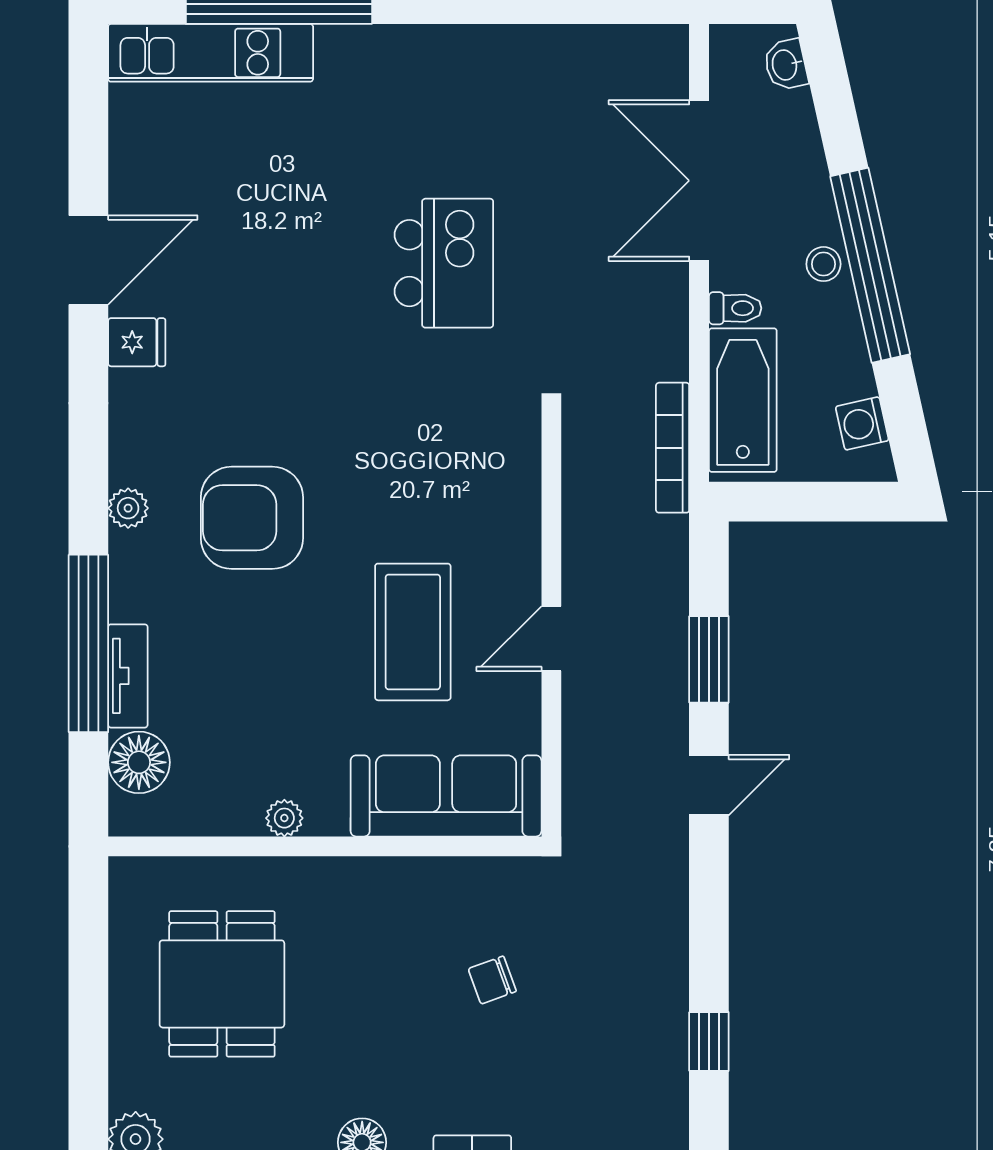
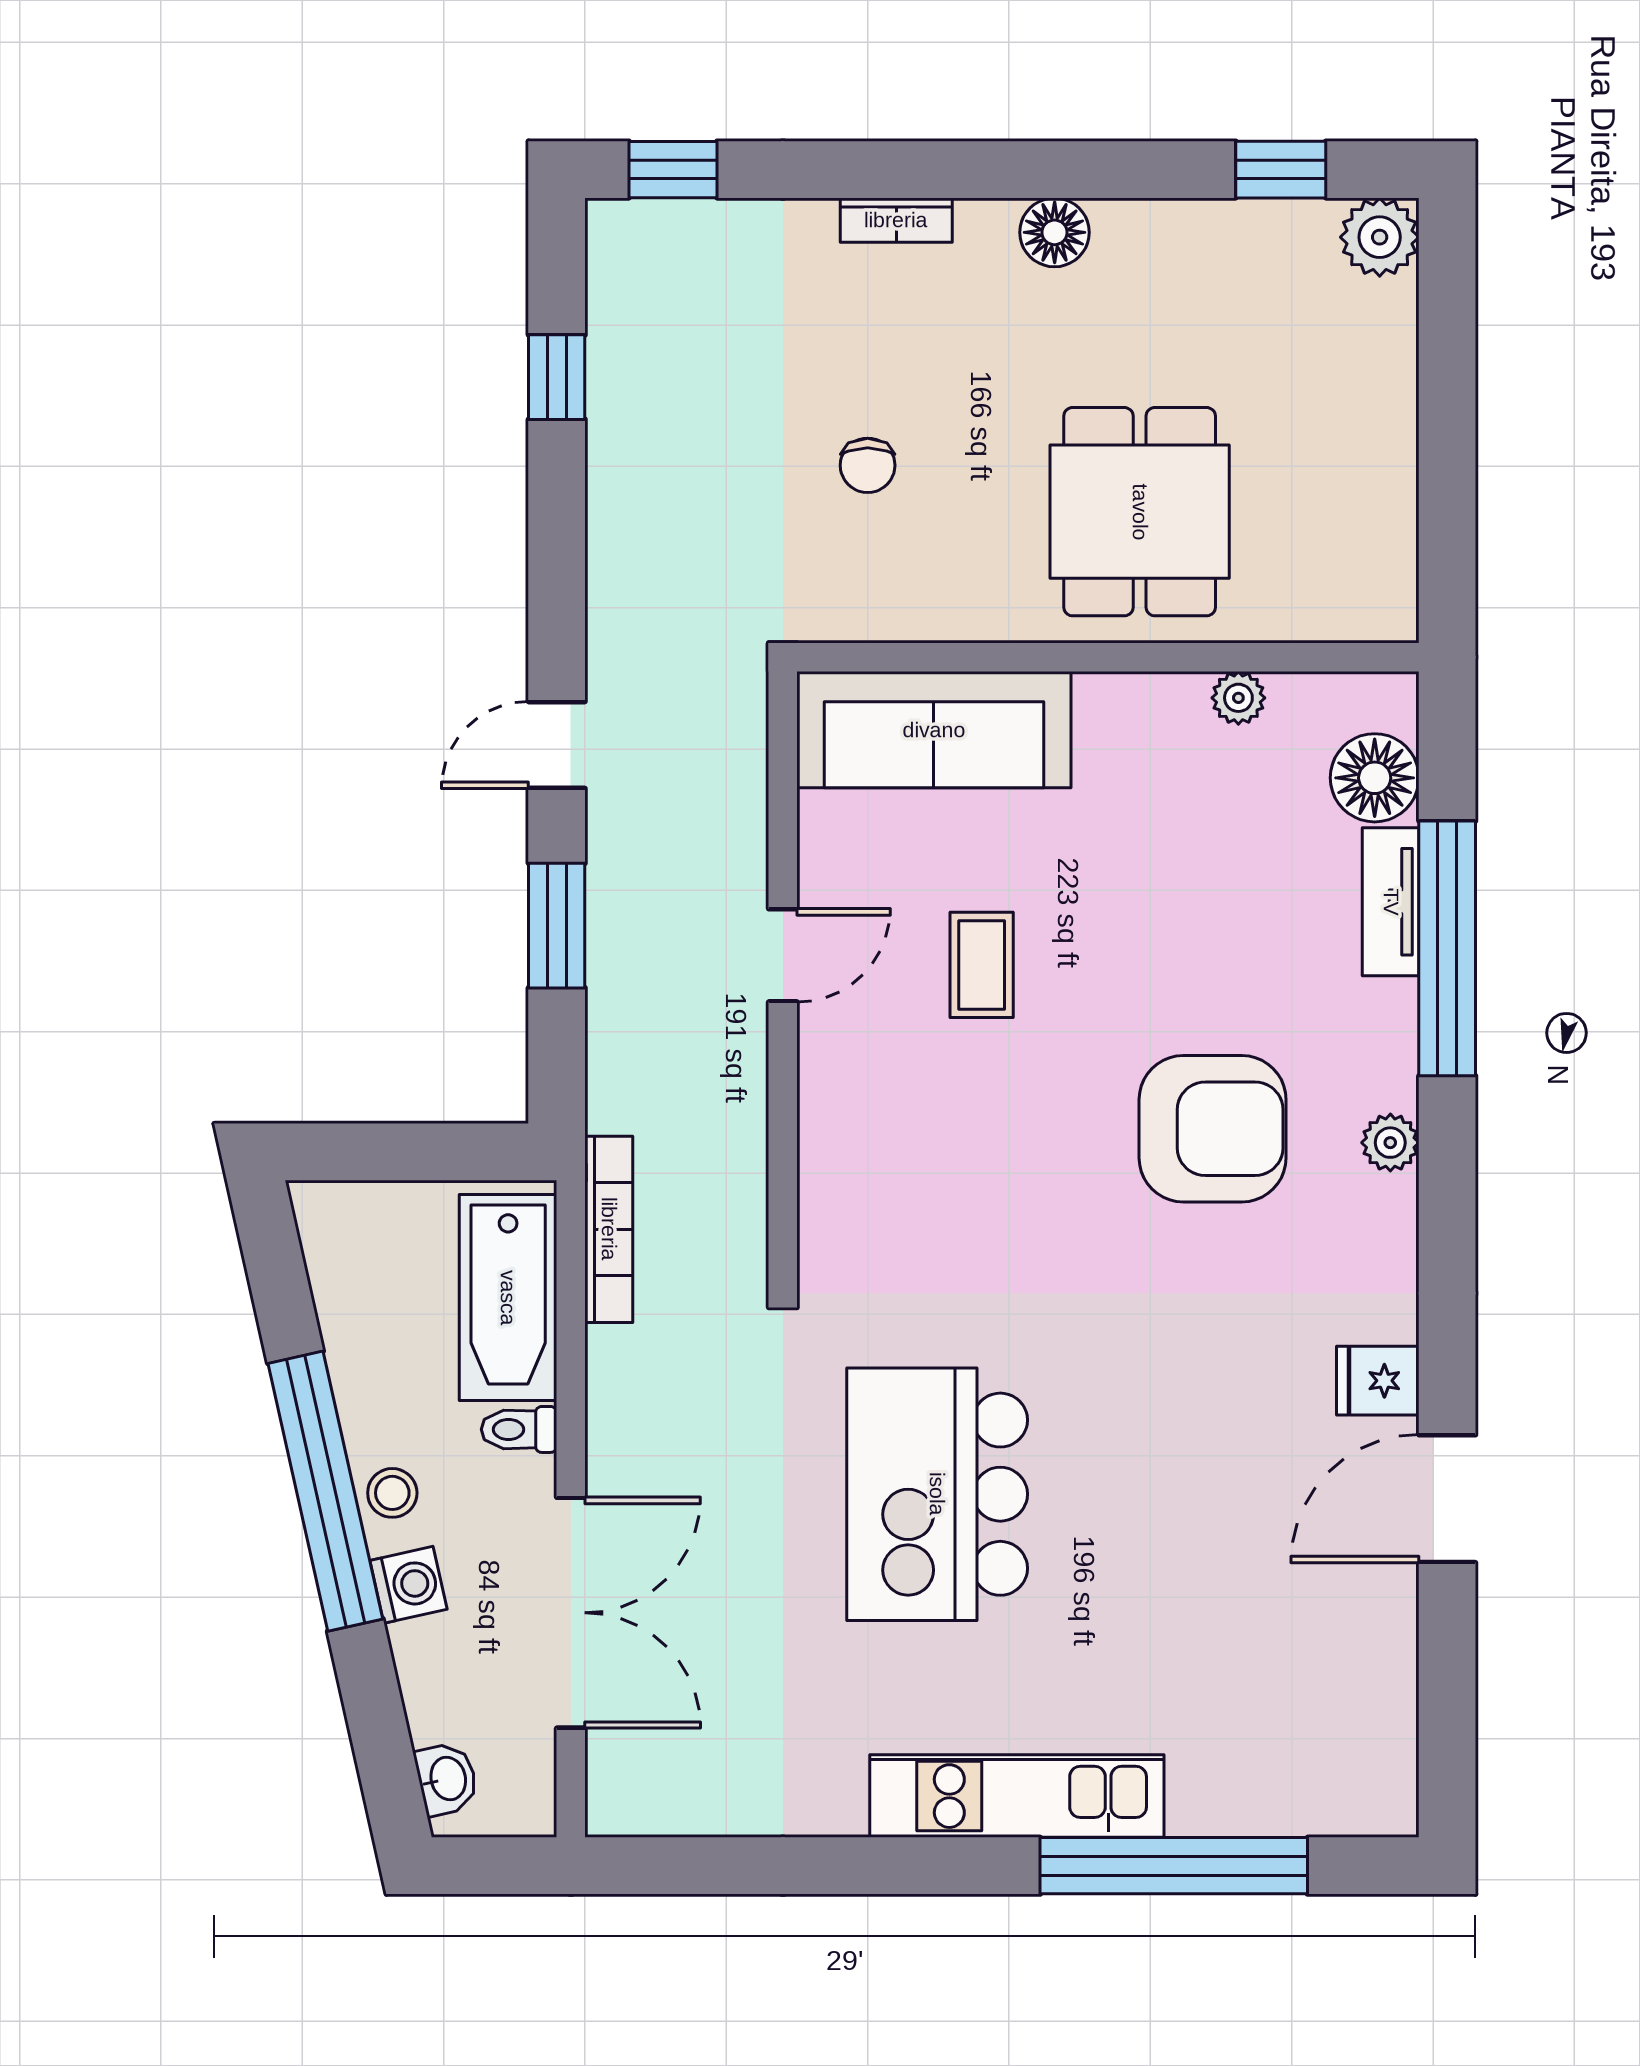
kitchen unit: (211, 53) -> (1017, 1796), moved
kitchen island: (444, 263) -> (937, 1494), width x1.37, depth x1.28
washing machine: (862, 423) -> (408, 1585), moved
coffee table: (413, 632) -> (982, 965), width x0.54, depth x0.58
plant: (284, 818) -> (1238, 698), moved
chair: (492, 980) -> (868, 465), turned 110
dining table: (222, 984) -> (1140, 512), moved

